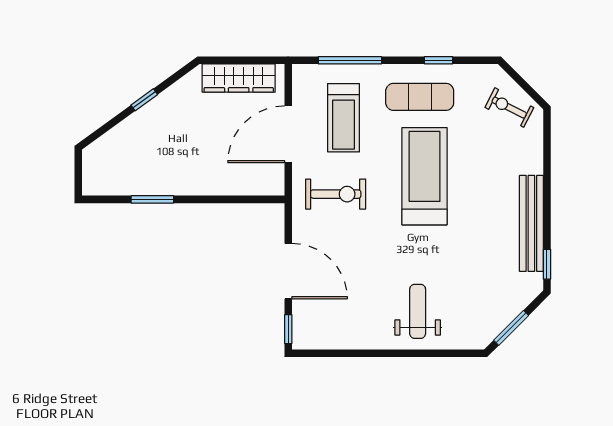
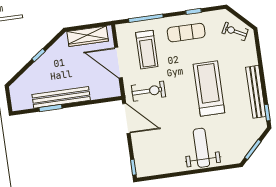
door: (288, 134) -> (118, 63), hinge flipped
treadmill: (425, 176) -> (209, 89), moved
bench: (175, 183) -> (61, 97), added
door: (288, 271) -> (126, 118), moved
weight bench: (418, 311) -> (201, 148), width x1.36, depth x1.33

